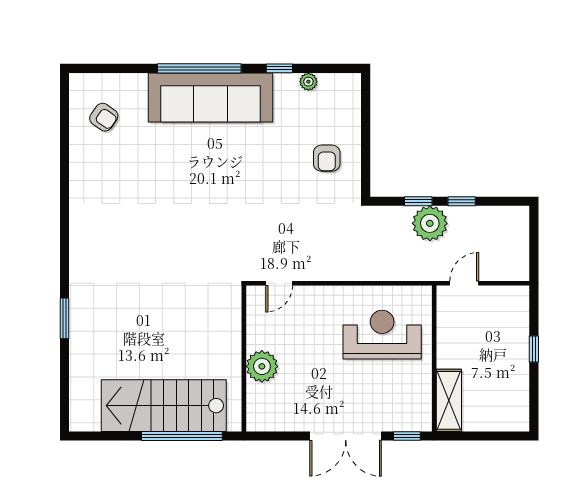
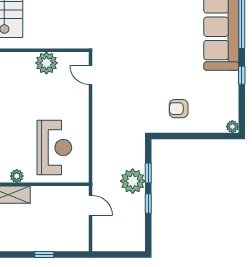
plant: (308, 82) -> (232, 127), moved
plant: (262, 366) -> (46, 63), moved
plant: (423, 388) -> (17, 176), added

